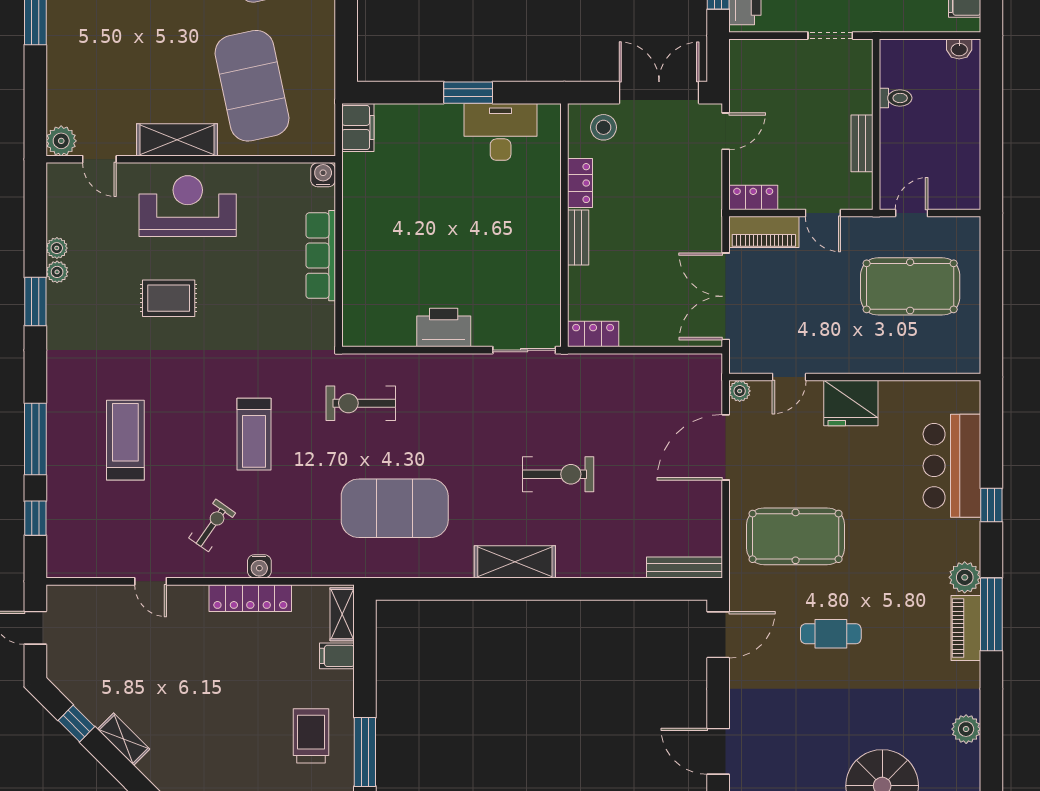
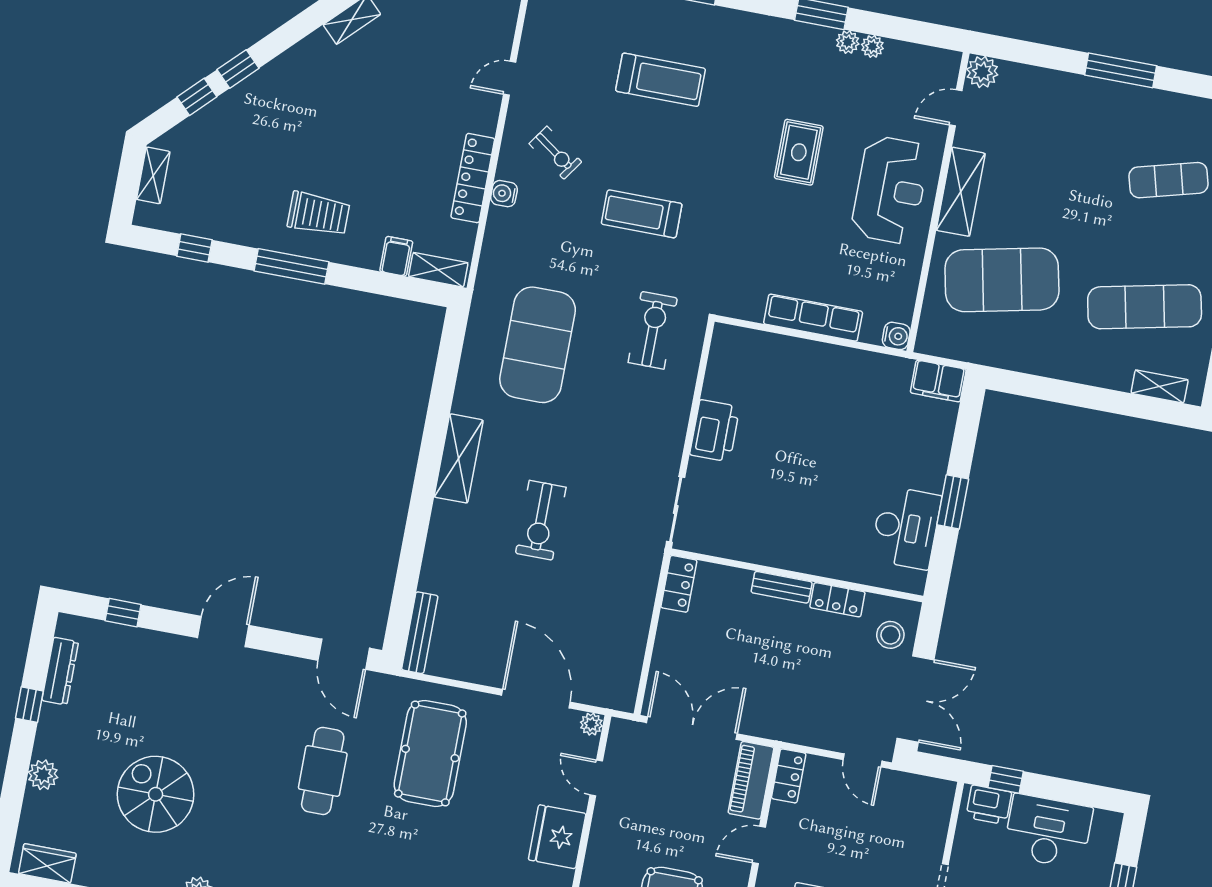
cafe table: (831, 634) -> (323, 771), width x1.37, depth x1.35

